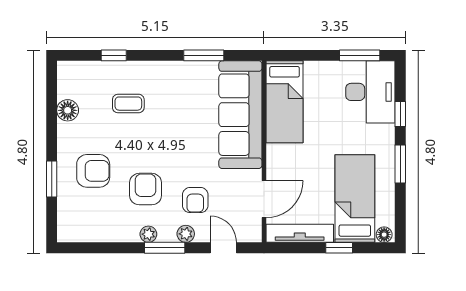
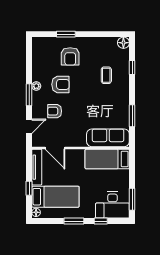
floor lamp: (68, 110) -> (123, 43), moved
sofa: (240, 115) -> (108, 138), width x0.74, depth x0.79
plant: (186, 234) -> (36, 106), removed

